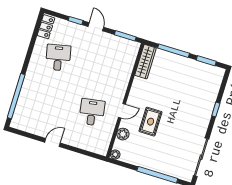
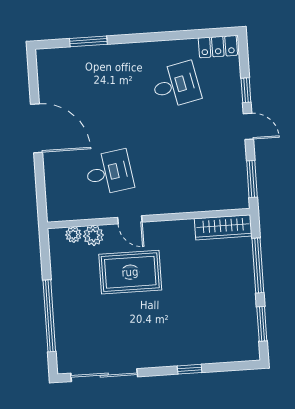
door: (96, 27) -> (248, 126), hinge flipped
window: (16, 96) -> (88, 41), width x0.47
rug: (151, 122) -> (130, 272), width x1.36, depth x1.43
door: (53, 143) -> (37, 128), width x1.87
plant: (115, 154) -> (73, 235), moved

